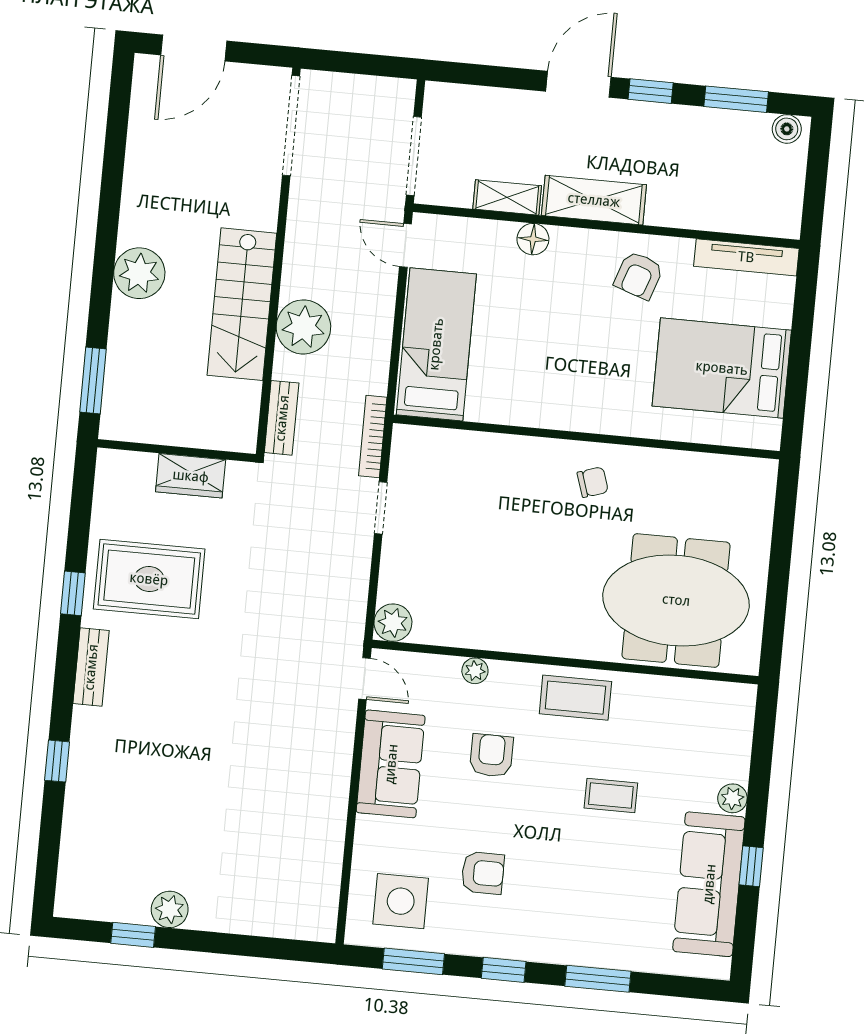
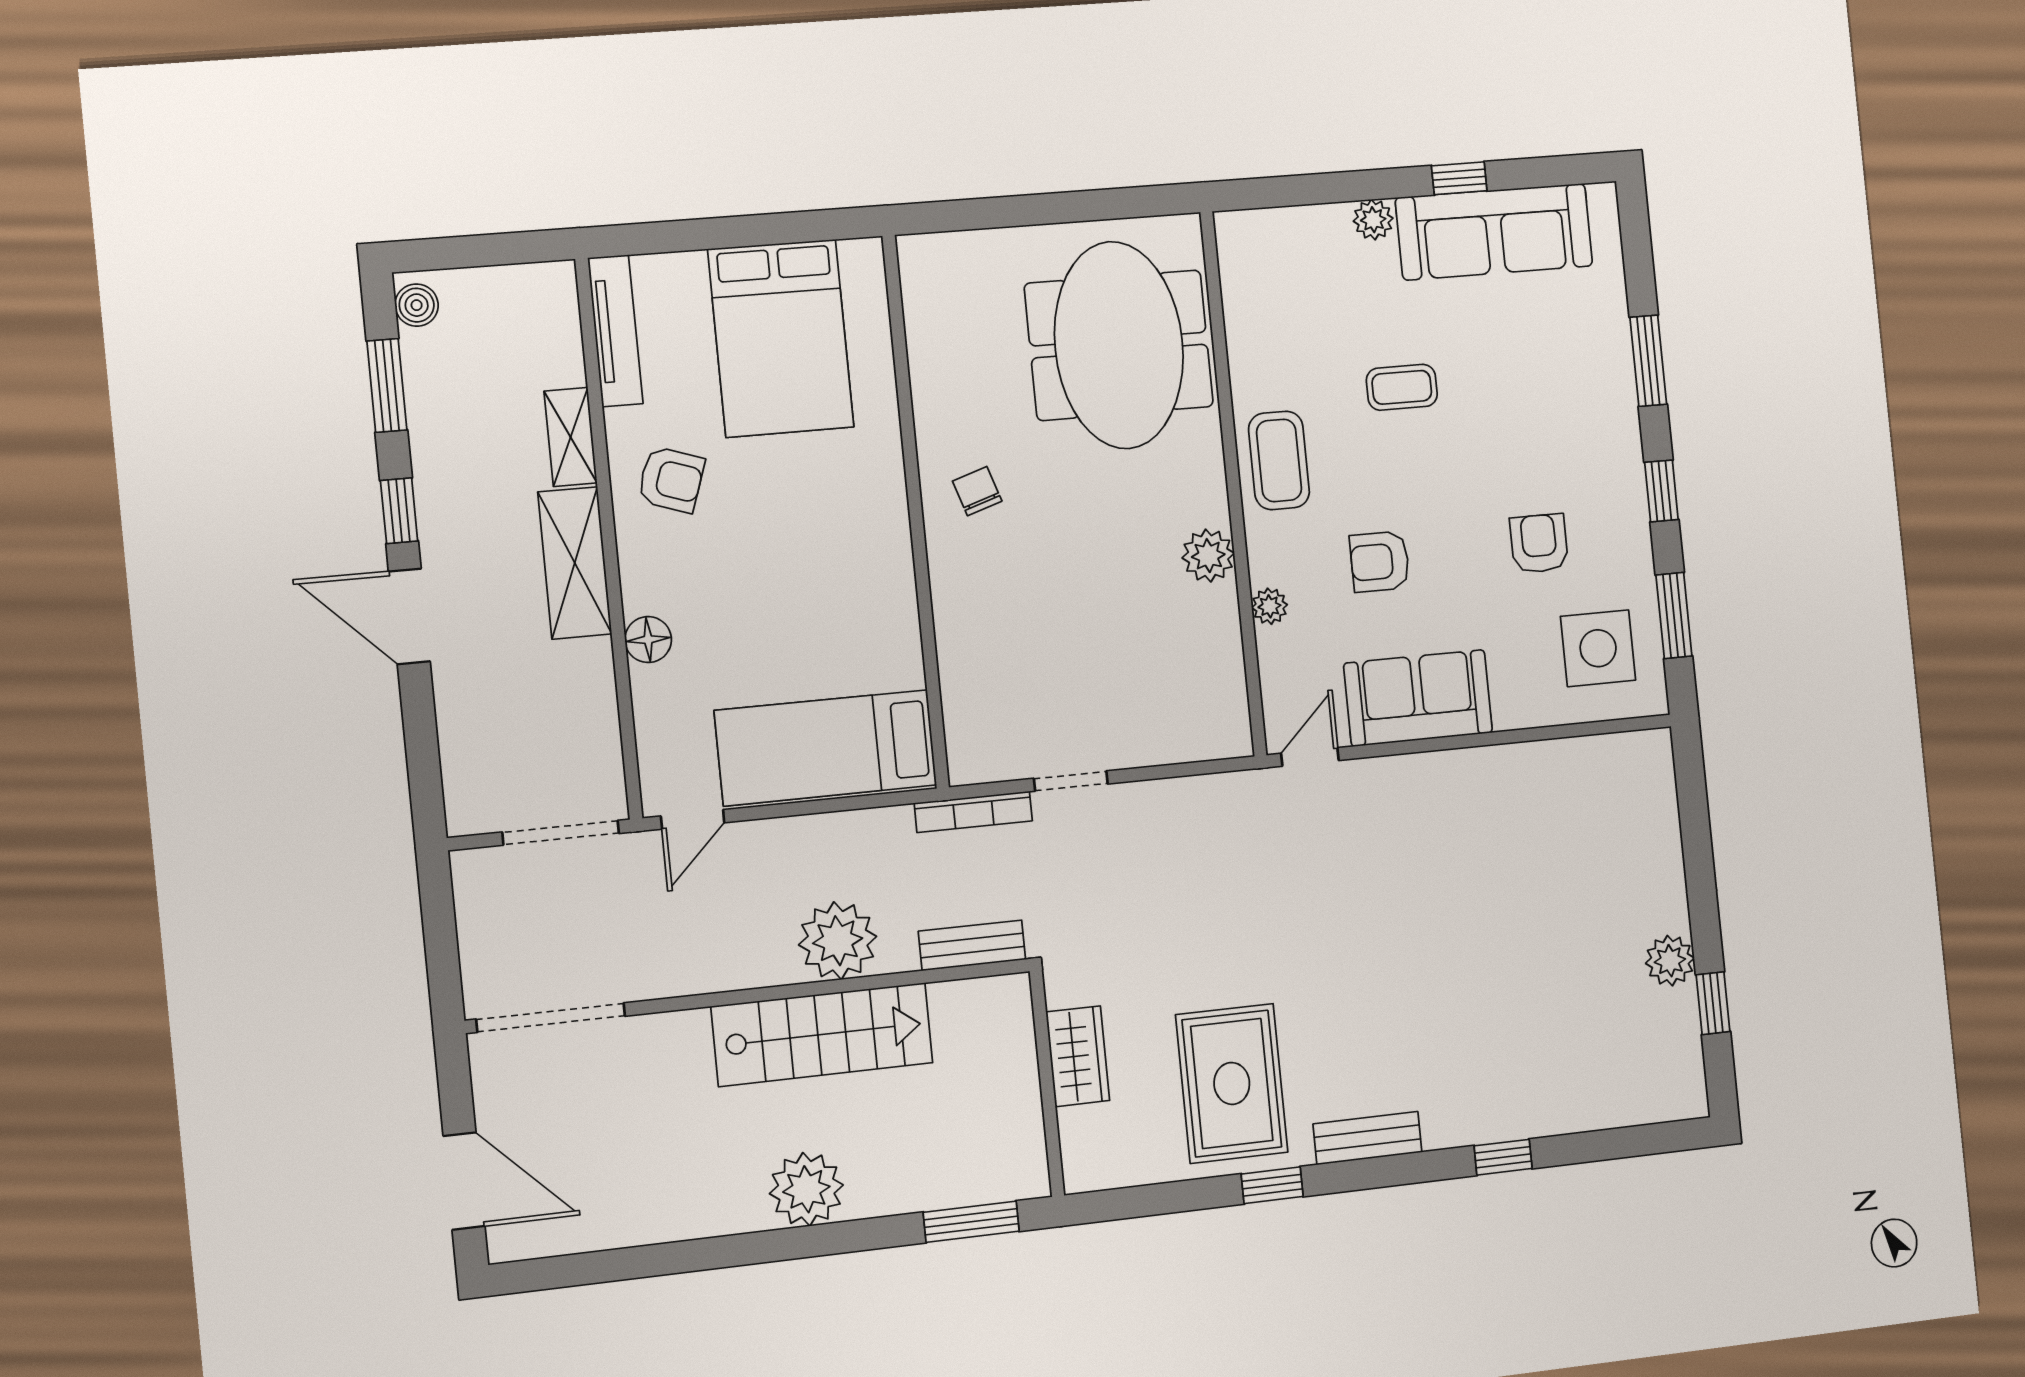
shelving: (507, 197) -> (571, 437), moved
plant: (393, 623) -> (1208, 556), moved
coffee table: (611, 796) -> (1402, 387), turned 90

